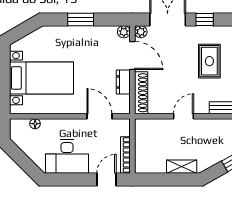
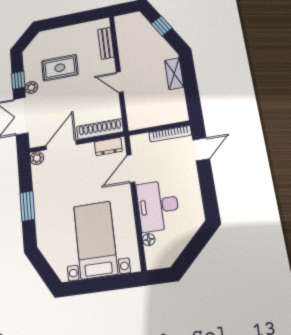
plant: (141, 32) -> (31, 88), moved
dresser: (123, 82) -> (108, 147), moved
desk: (67, 157) -> (158, 206), moved, turned 180
door: (106, 179) -> (201, 149), swing flipped

